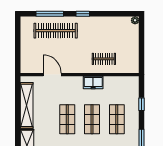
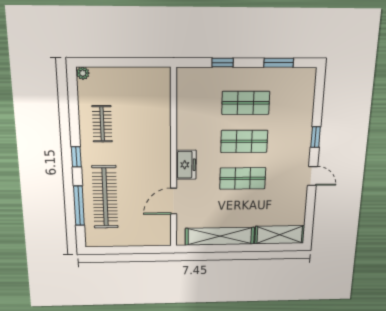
clothes rail: (104, 59) -> (102, 124), moved
freezer: (93, 83) -> (186, 165), moved

